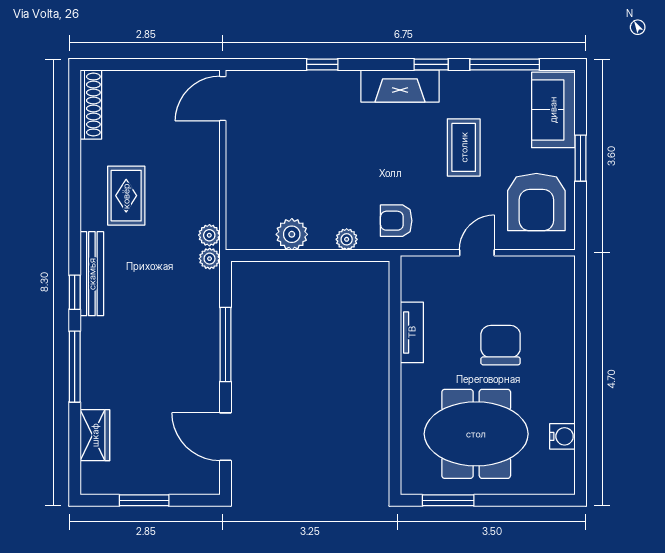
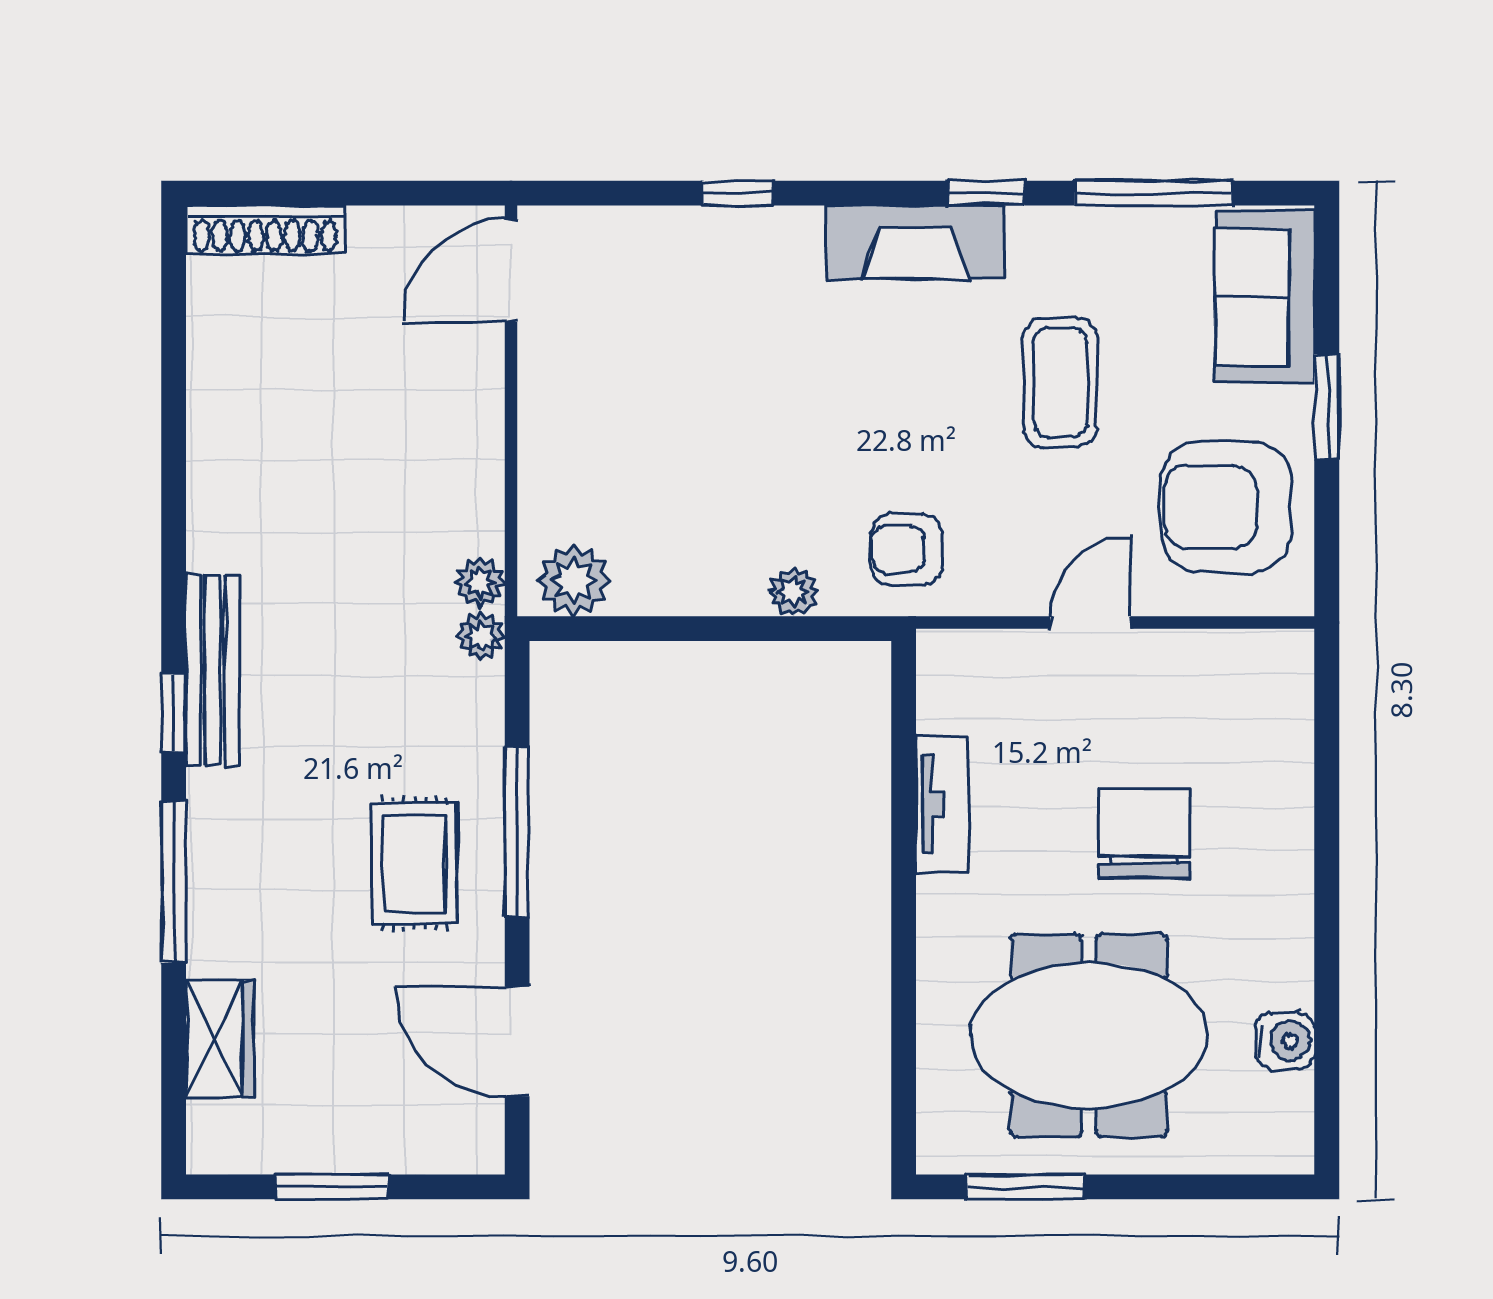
shoe rack: (91, 104) -> (265, 230), moved, turned 90
rug: (126, 196) -> (414, 863), moved
armchair: (536, 202) -> (1226, 507), turned 90
plant: (292, 234) -> (574, 580), moved

